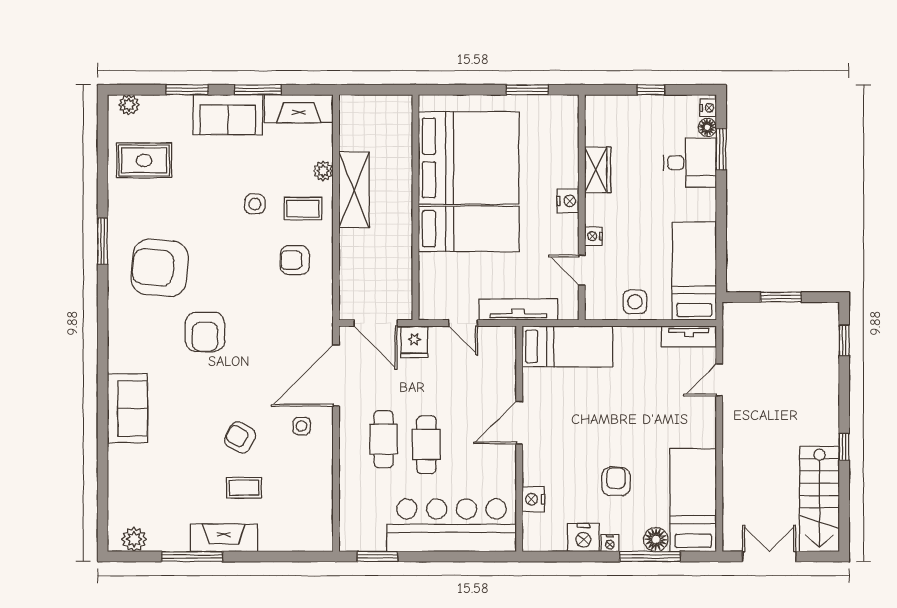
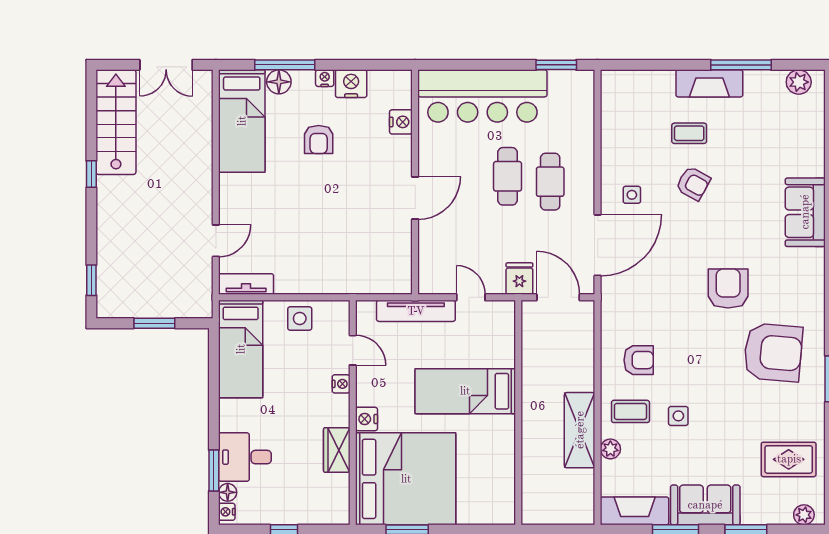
bed: (469, 158) -> (406, 479), moved, turned 180
bed: (567, 346) -> (367, 274), removed

